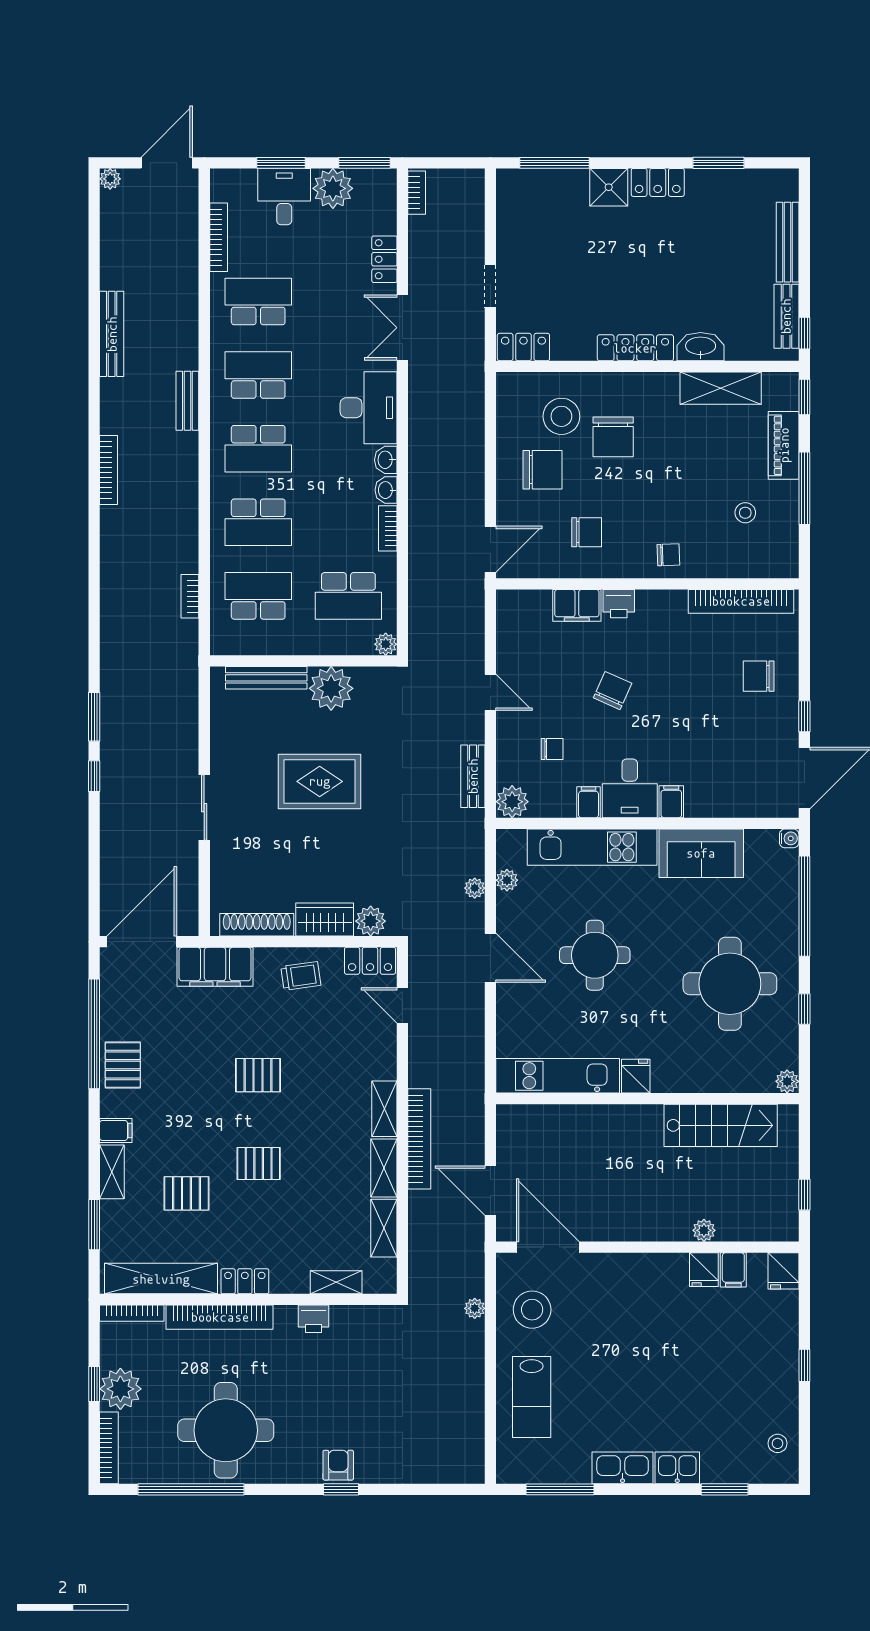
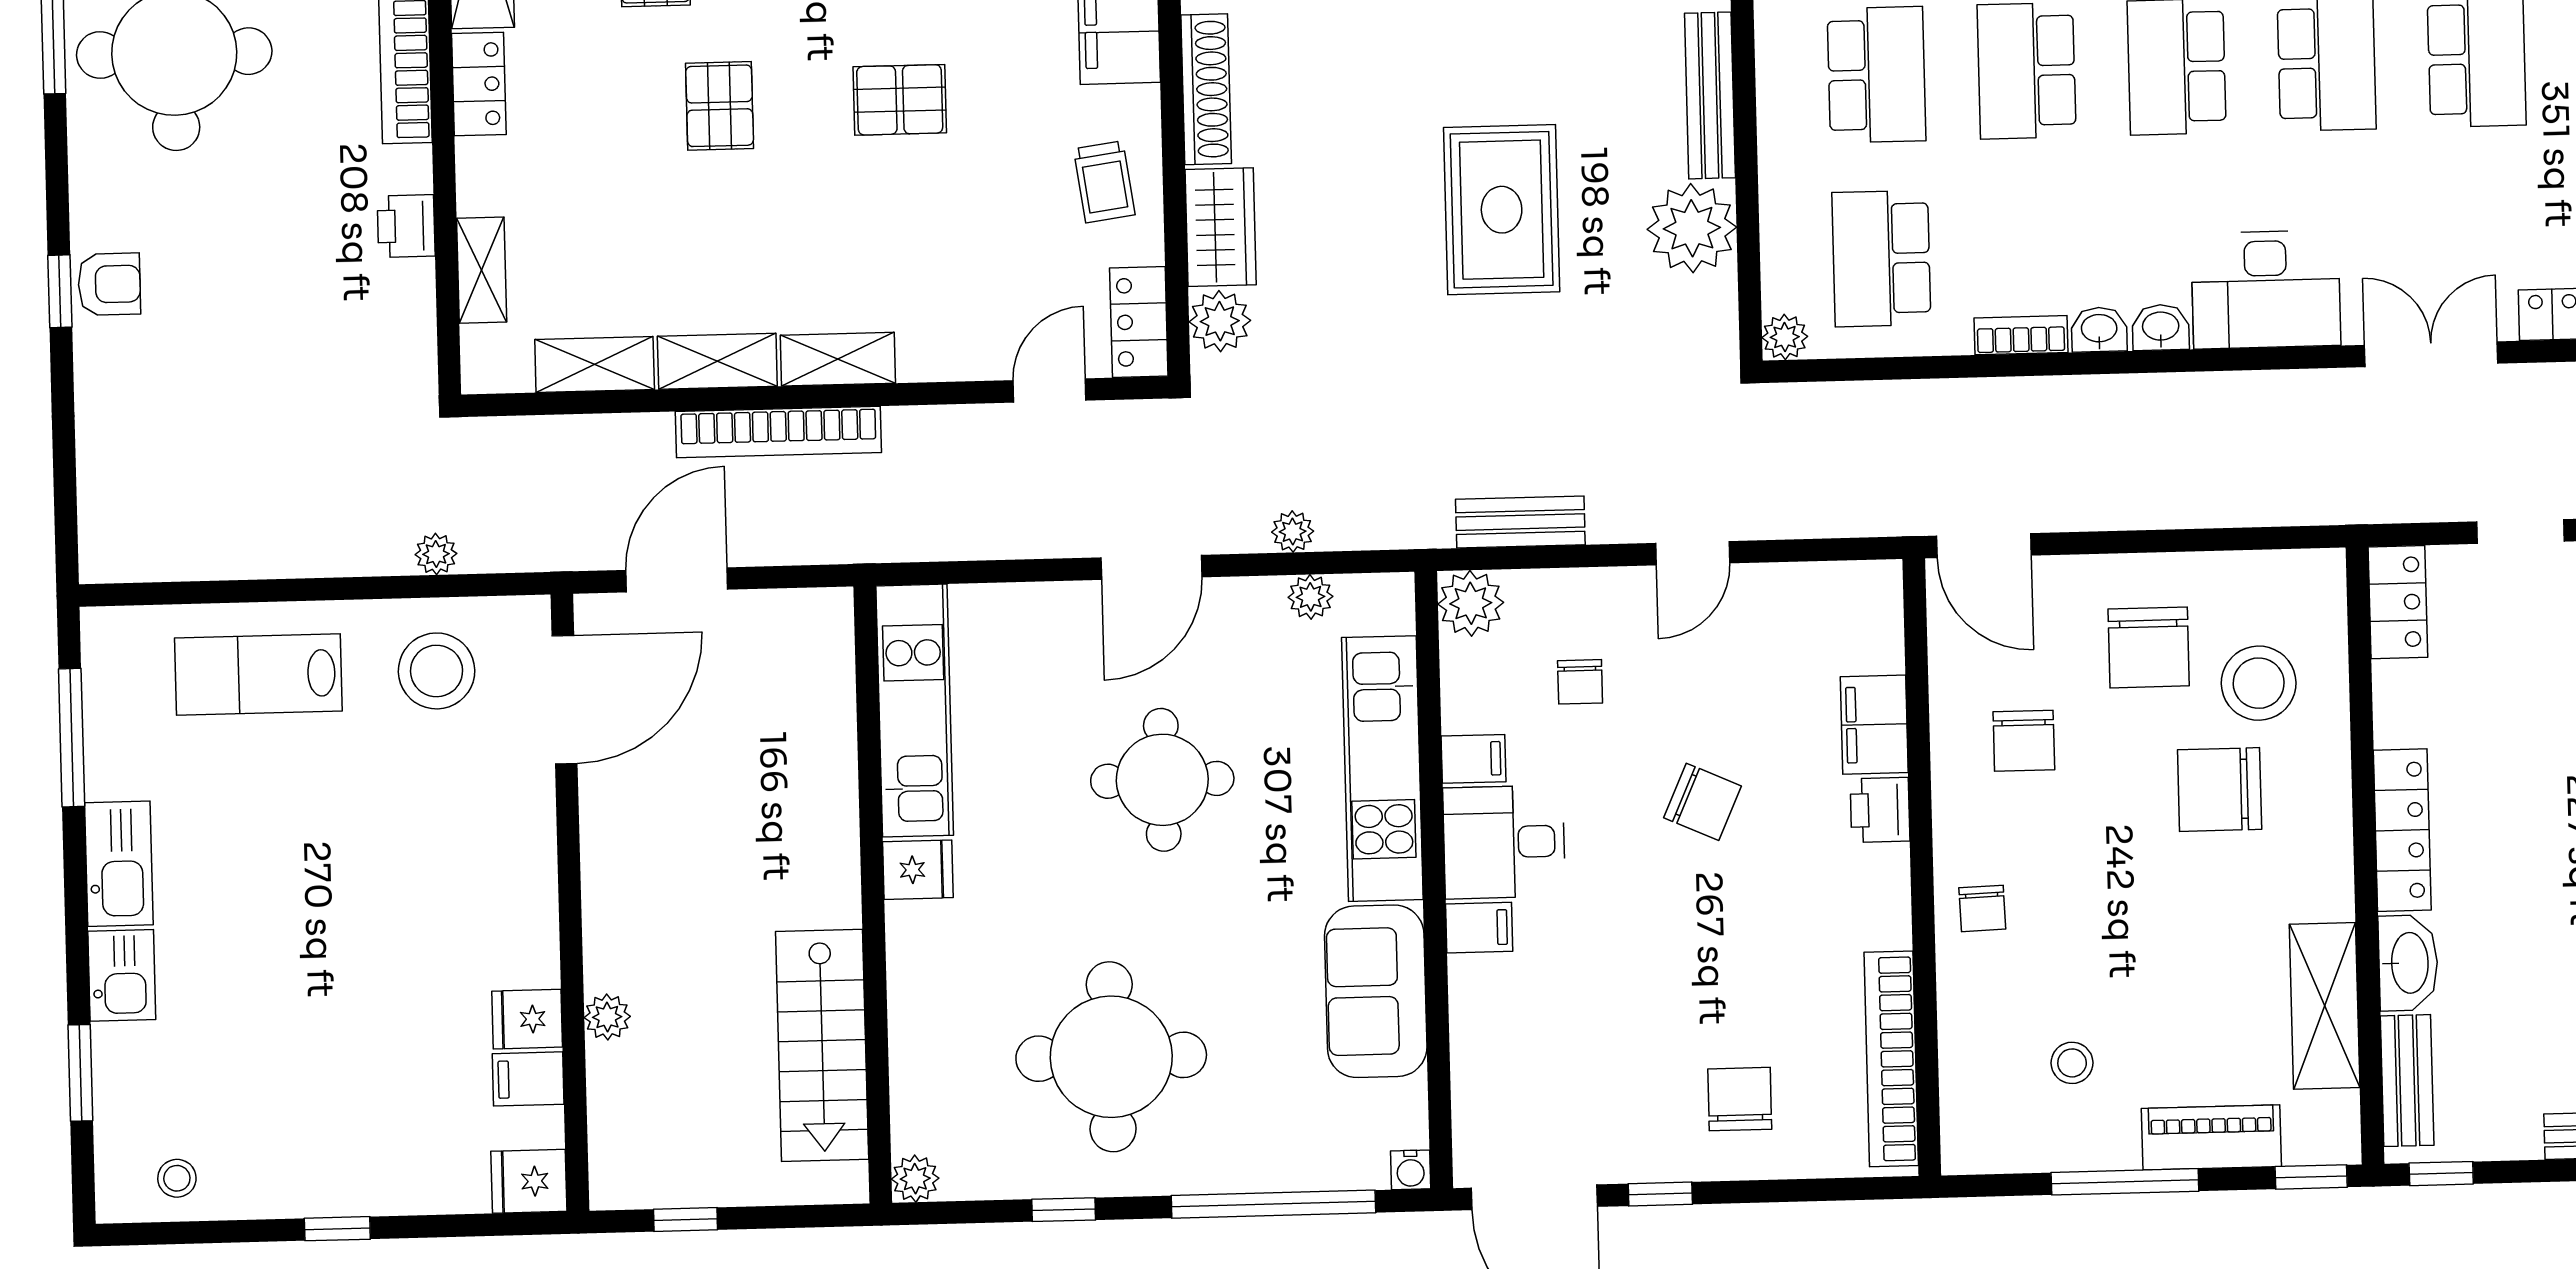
bench: (786, 316) -> (2407, 1081), moved, turned 90
pallet: (258, 1075) -> (900, 100), turned 90

